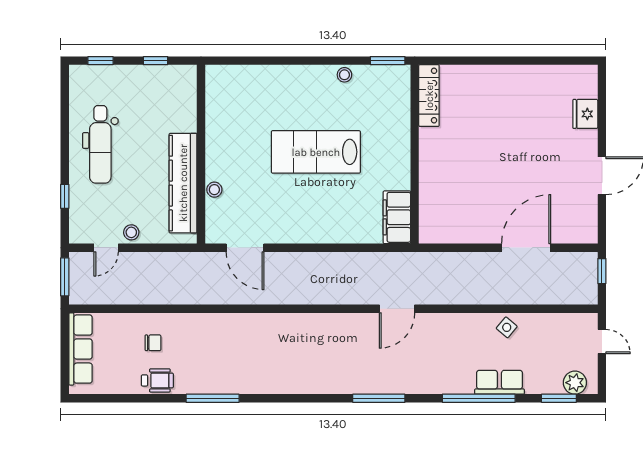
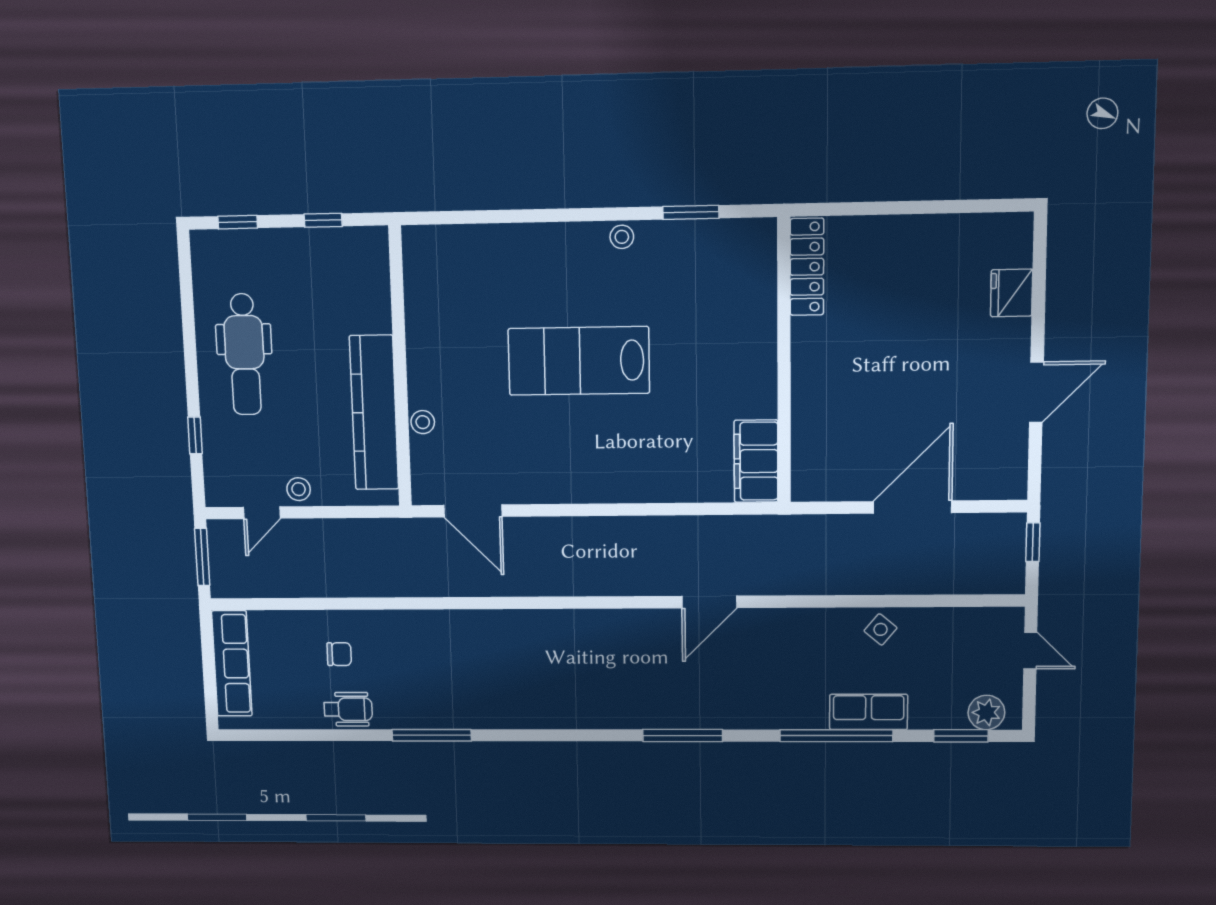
locker: (429, 96) -> (807, 267), moved
wall: (415, 154) -> (784, 361), moved
filing cabinet: (397, 217) -> (756, 461), moved

